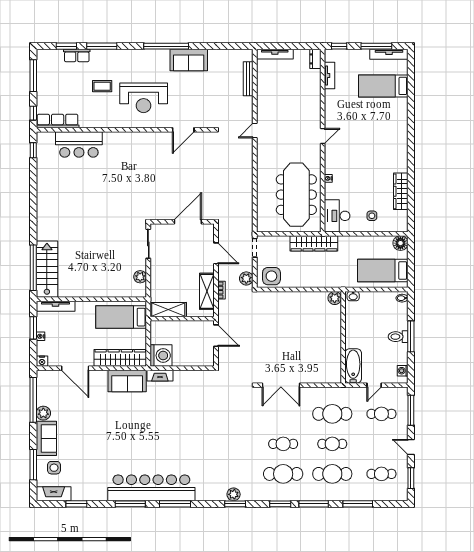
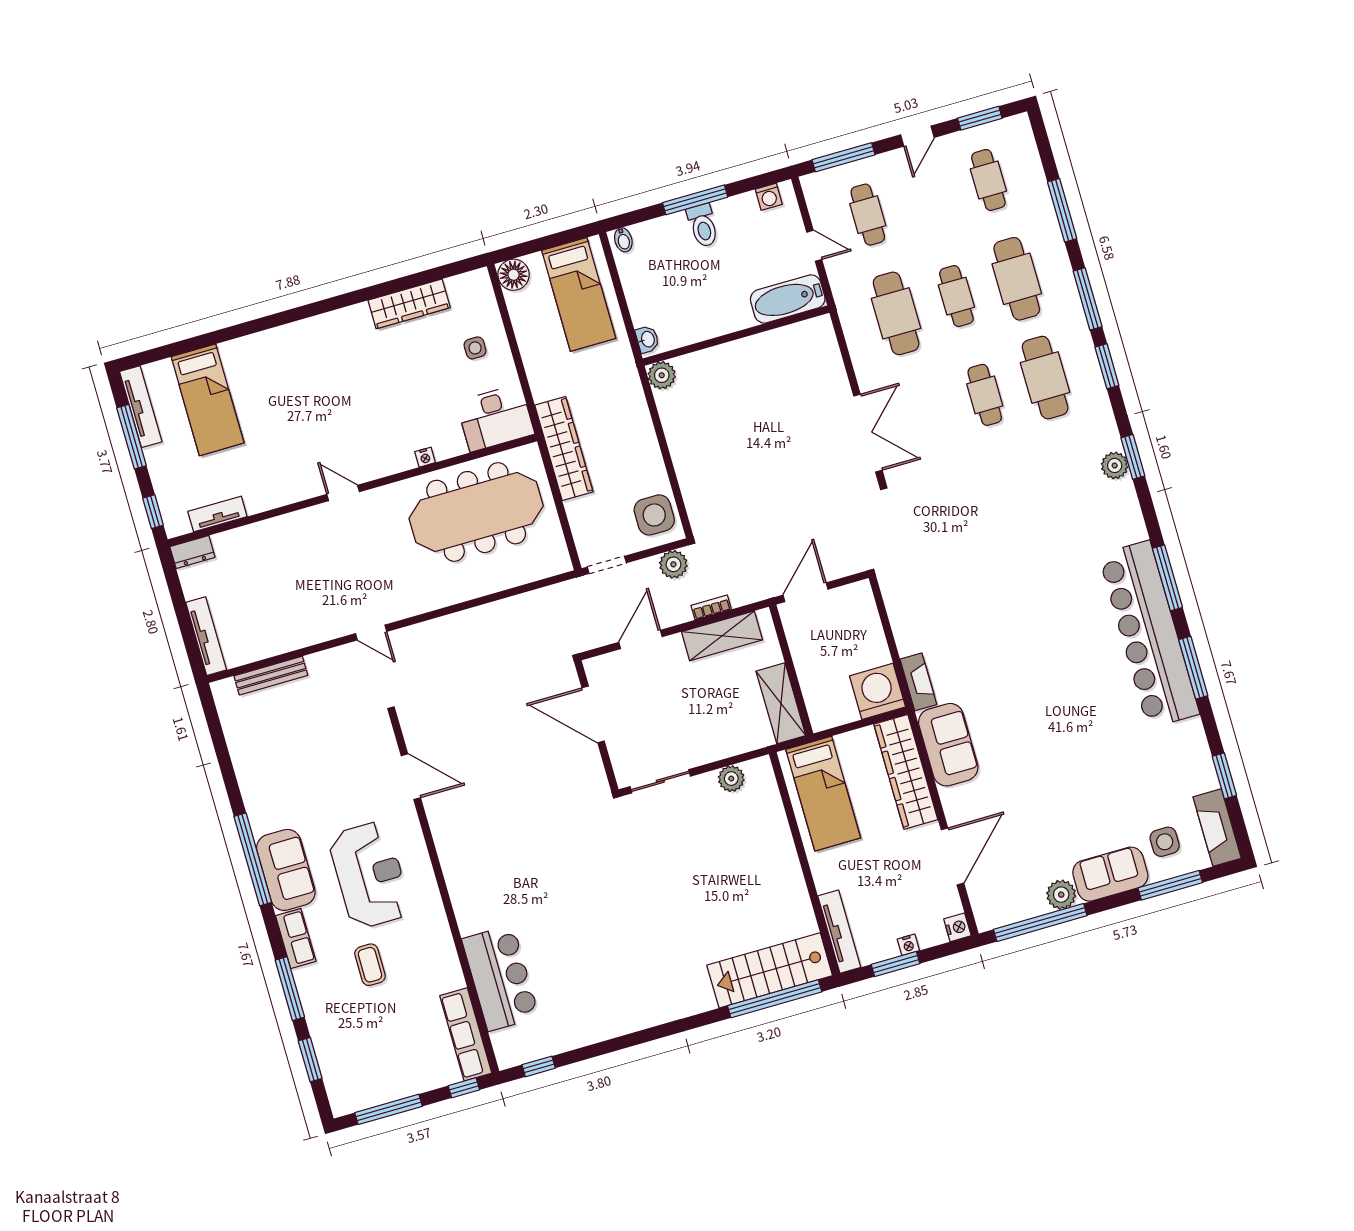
row of seats: (77, 56) -> (296, 938), moved
sofa: (189, 60) -> (286, 870), moved

